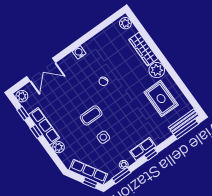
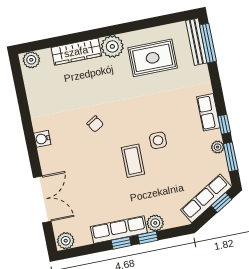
window: (23, 113) -> (148, 238), moved
side table: (103, 137) -> (158, 140), moved
window: (151, 154) -> (224, 124), moved

